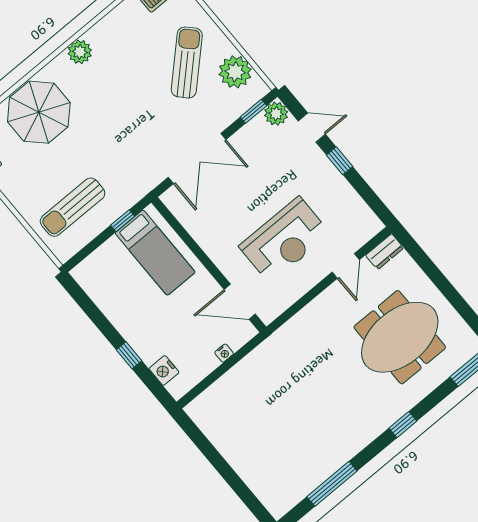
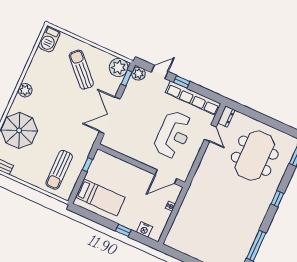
plant: (235, 72) -> (119, 67), moved
double door: (197, 158) -> (110, 115), swing flipped
row of seats: (345, 196) -> (193, 98), added
bed: (155, 253) -> (100, 197), moved

